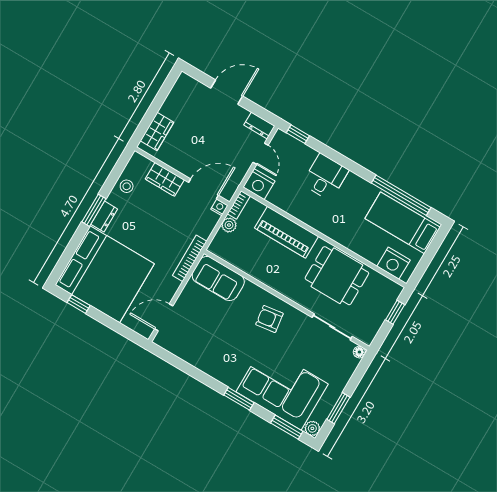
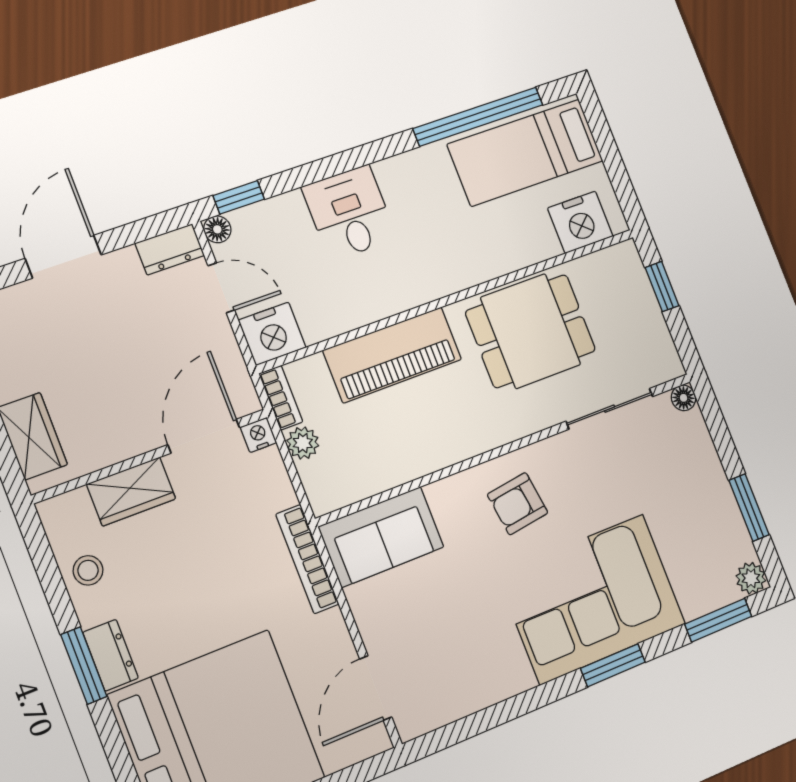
floor lamp: (280, 136) -> (217, 229), added
corner sofa: (282, 388) -> (592, 599), moved

